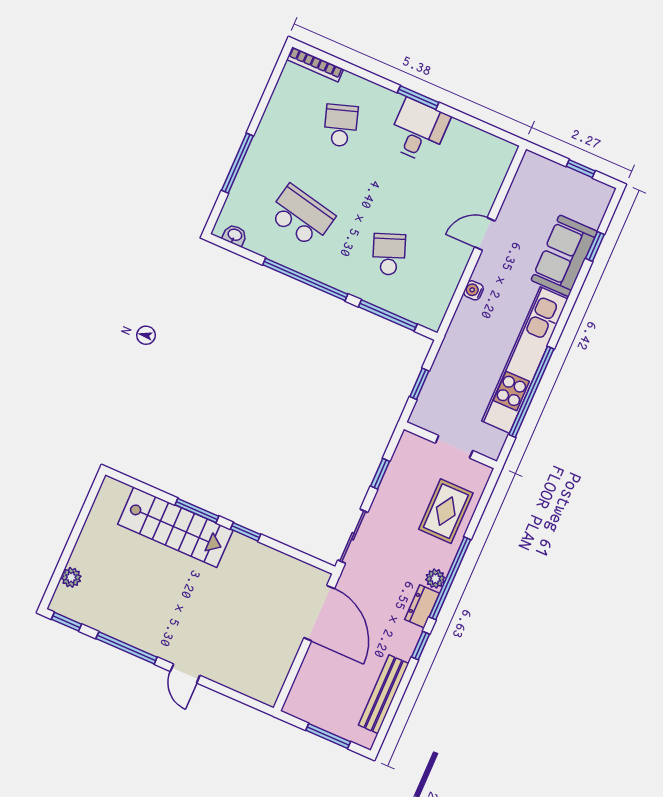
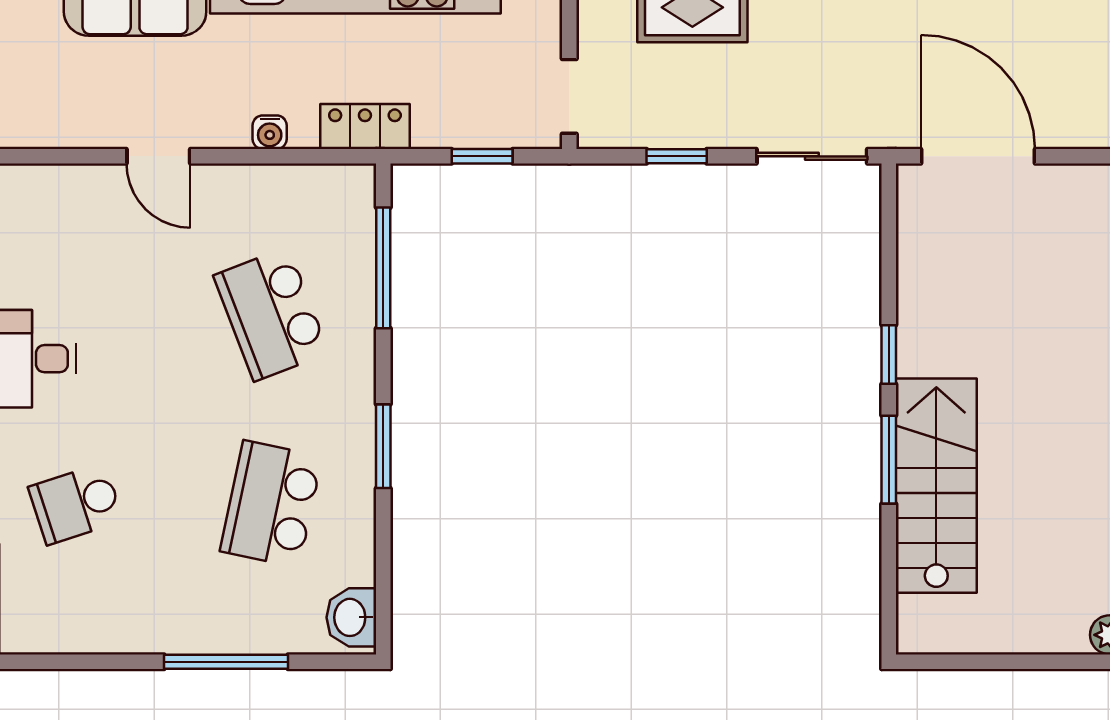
washbasin: (235, 235) -> (351, 617), width x1.38, depth x1.45
school desk: (389, 254) -> (271, 314), width x1.85
window: (305, 279) -> (383, 446), width x0.47
locker: (457, 336) -> (365, 127), added
doorway: (454, 447) -> (569, 96), moved
door: (319, 613) -> (978, 156), hinge flipped

